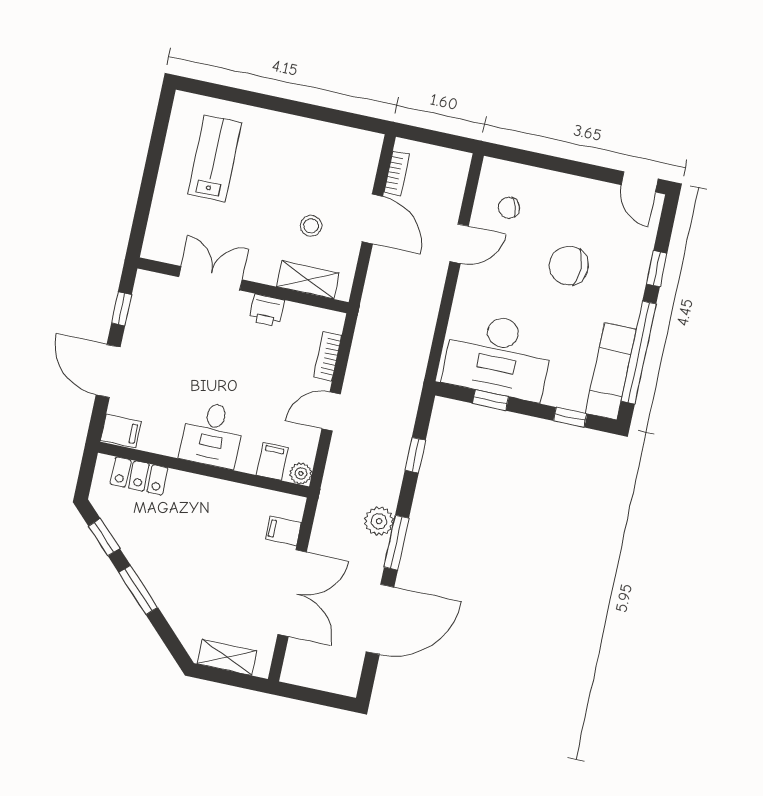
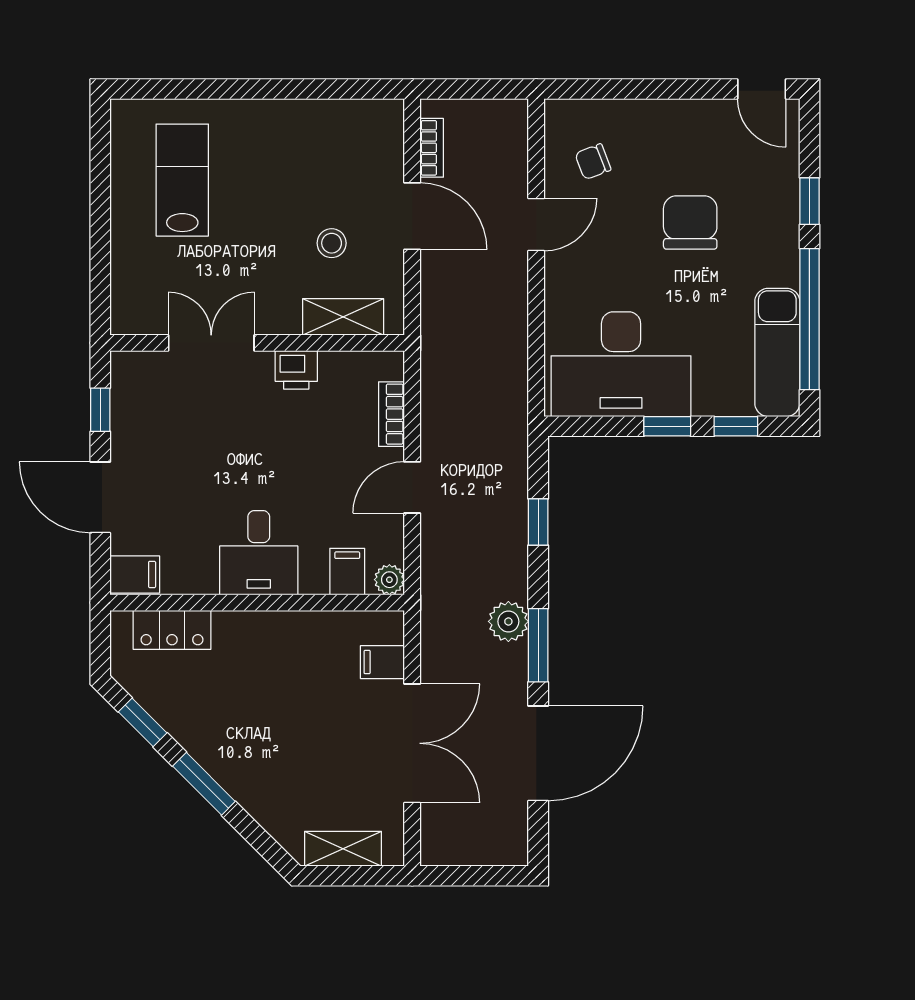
chair: (569, 266) -> (690, 222), turned 90
window: (491, 400) -> (667, 426), moved

